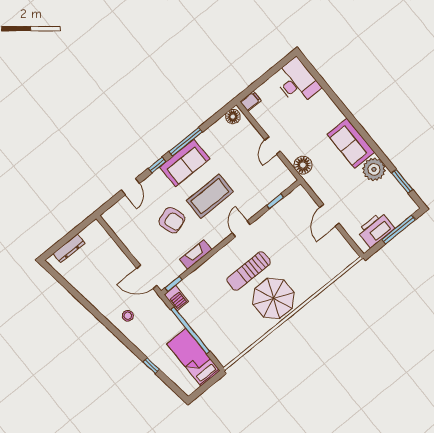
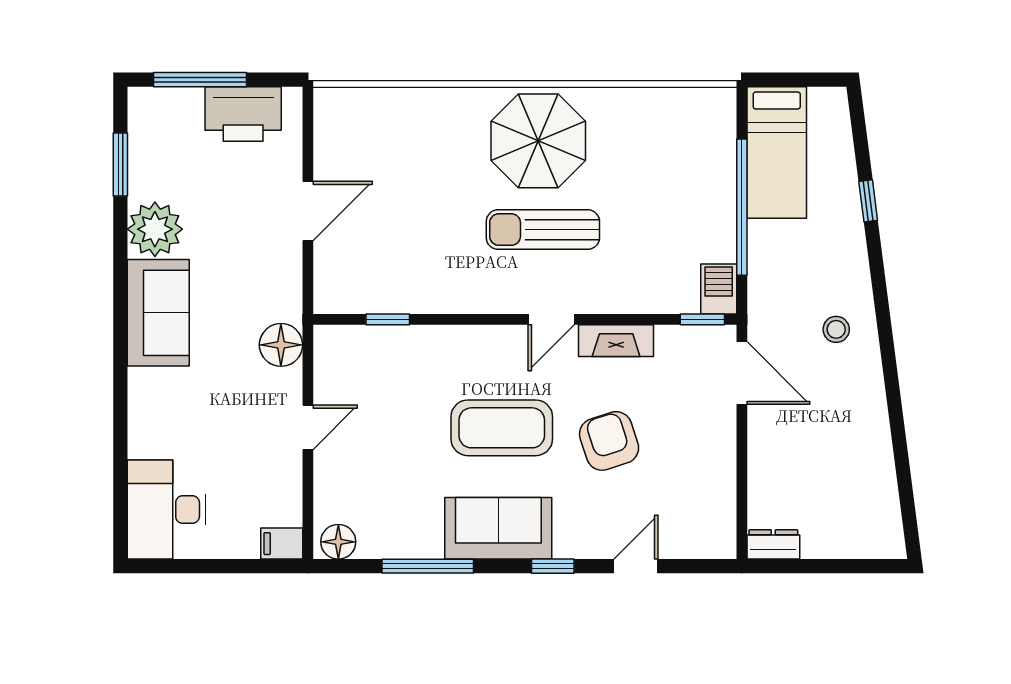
window: (186, 142) -> (428, 566), moved
door: (241, 229) -> (551, 319), moved
dresser: (69, 248) -> (773, 544), moved, width x0.70
sun lounger: (249, 271) -> (543, 230), turned 180

